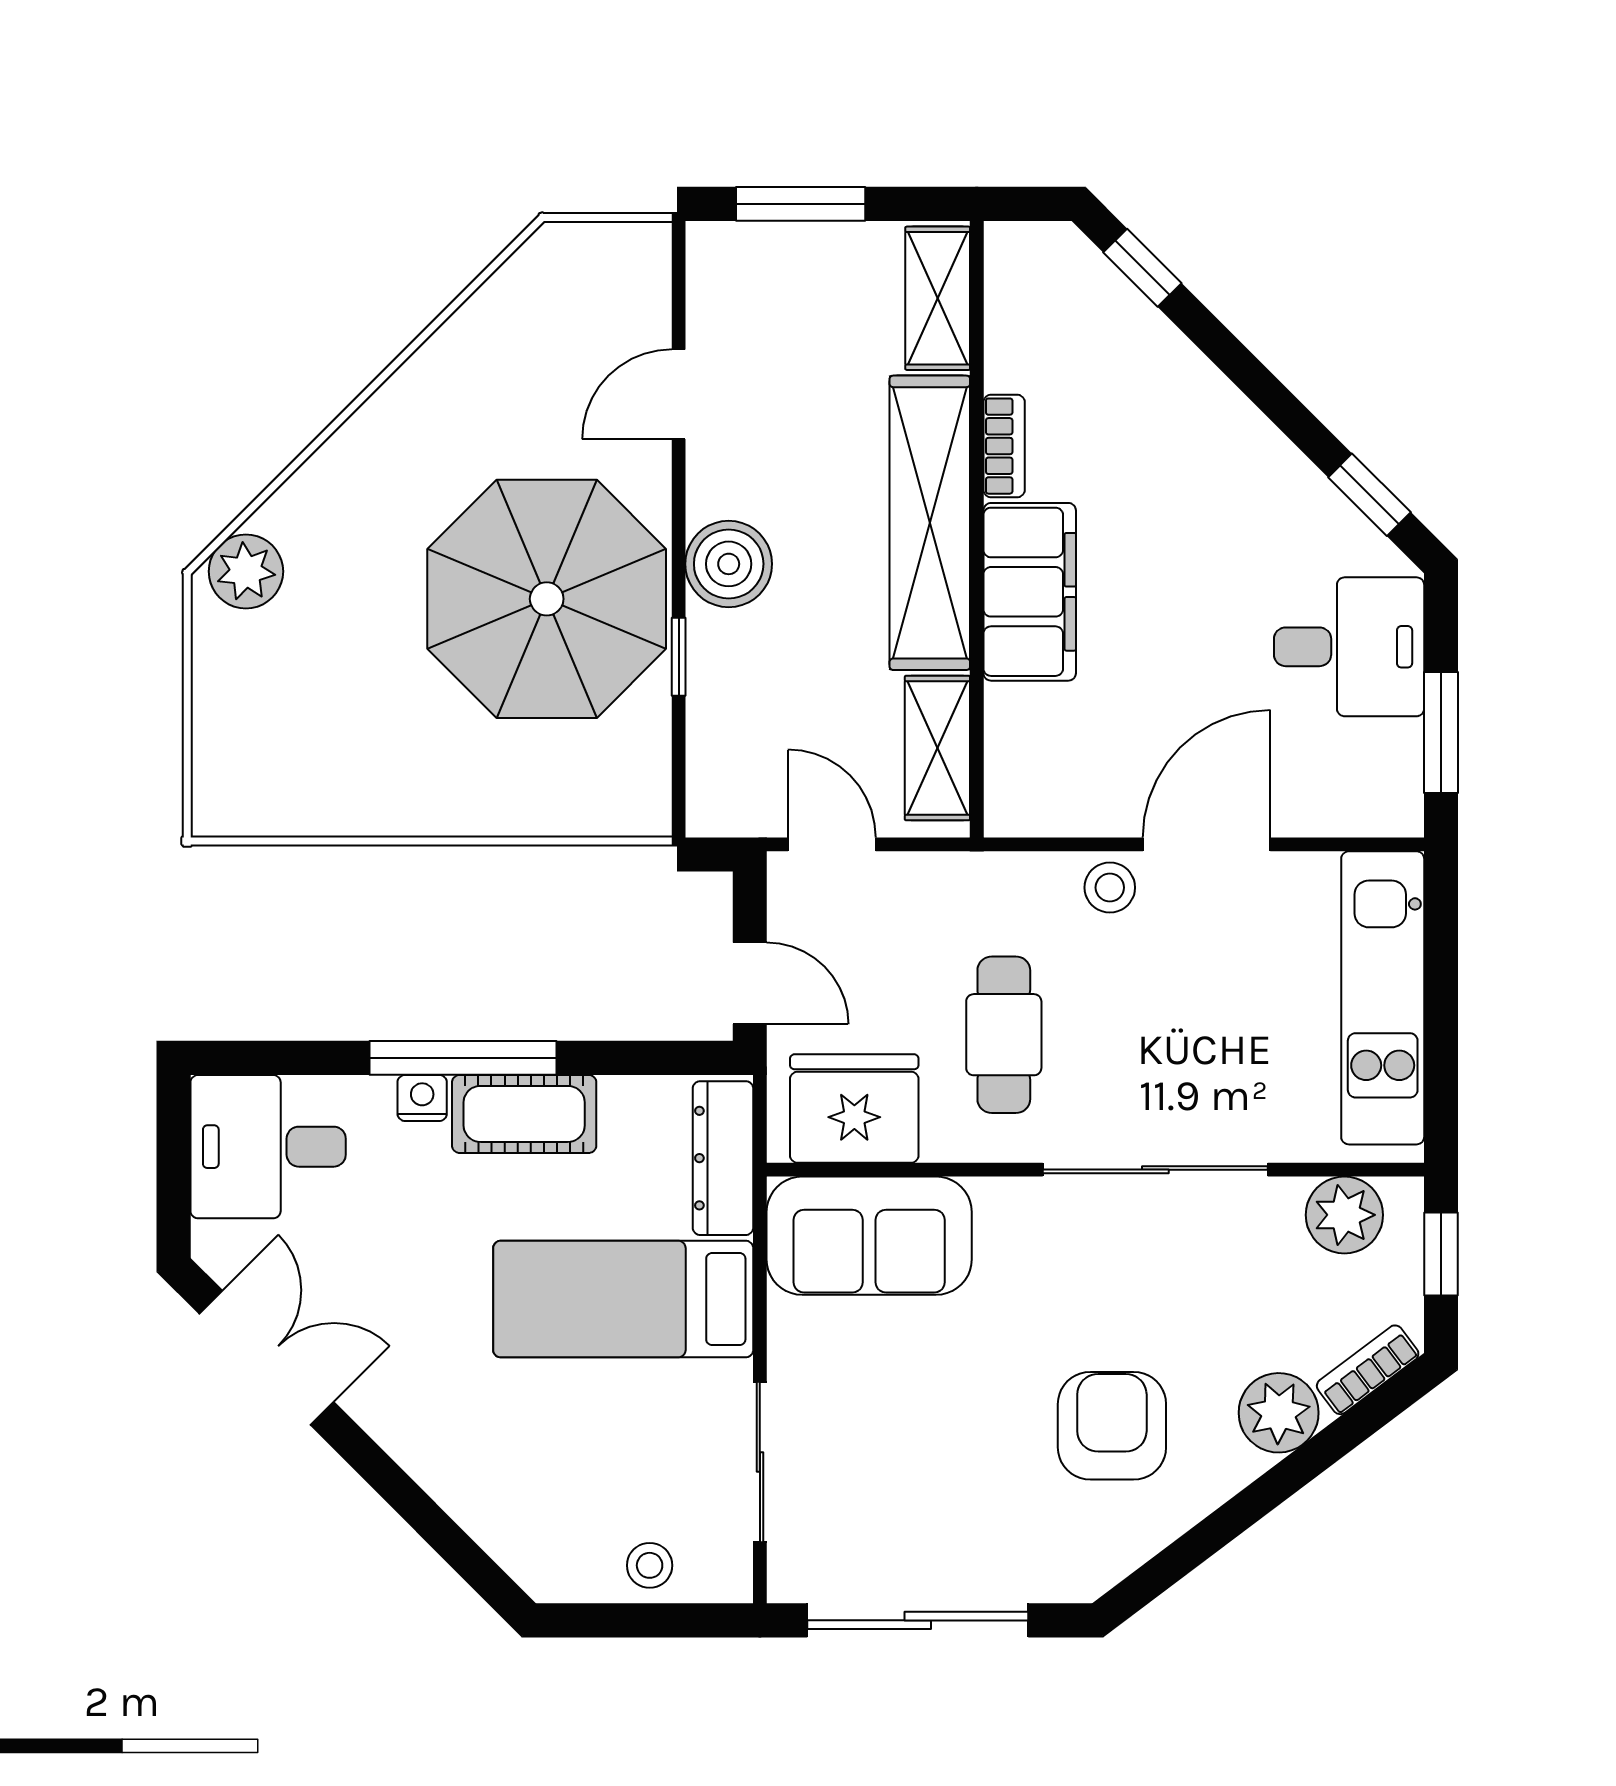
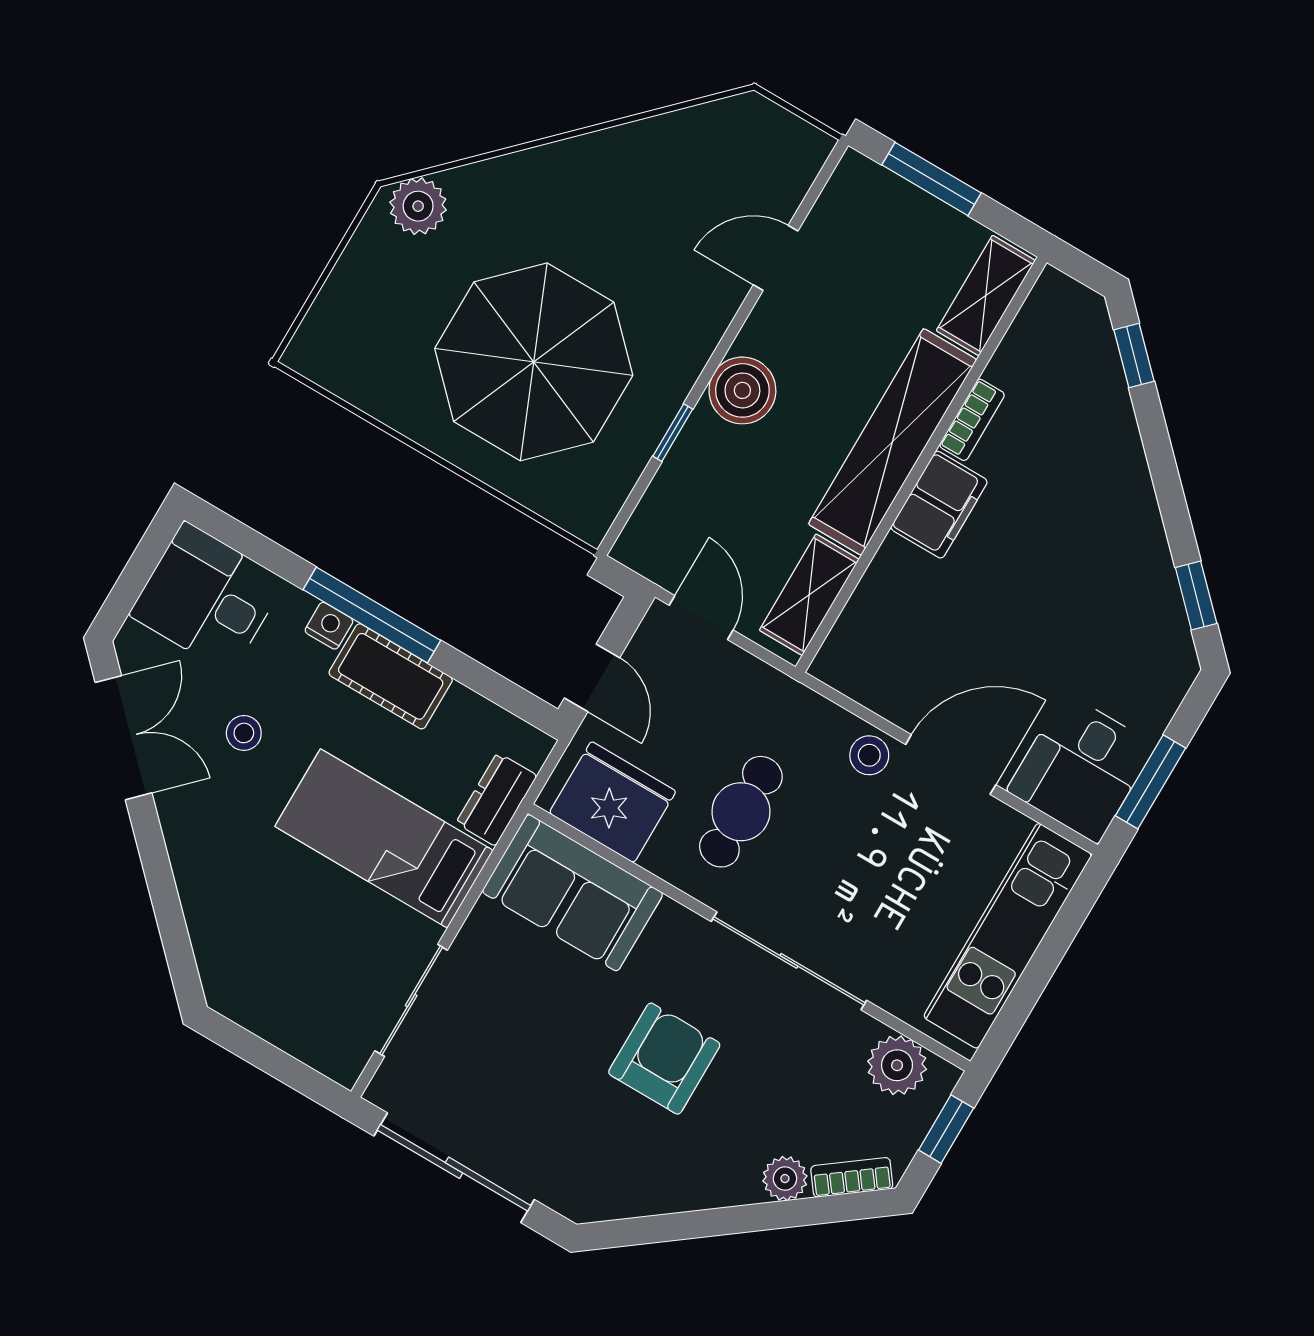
filing cabinet: (1030, 592) -> (939, 505), width x0.67, depth x0.86
parasol: (547, 599) -> (534, 362), moved
desk: (1349, 647) -> (1081, 768), moved, turned 90
dresser: (723, 1158) -> (496, 799), width x0.70
plant: (1279, 1413) -> (785, 1179), width x0.73, depth x0.73
armchair: (1112, 1426) -> (664, 1059), moved
stool: (650, 1565) -> (244, 733), moved

